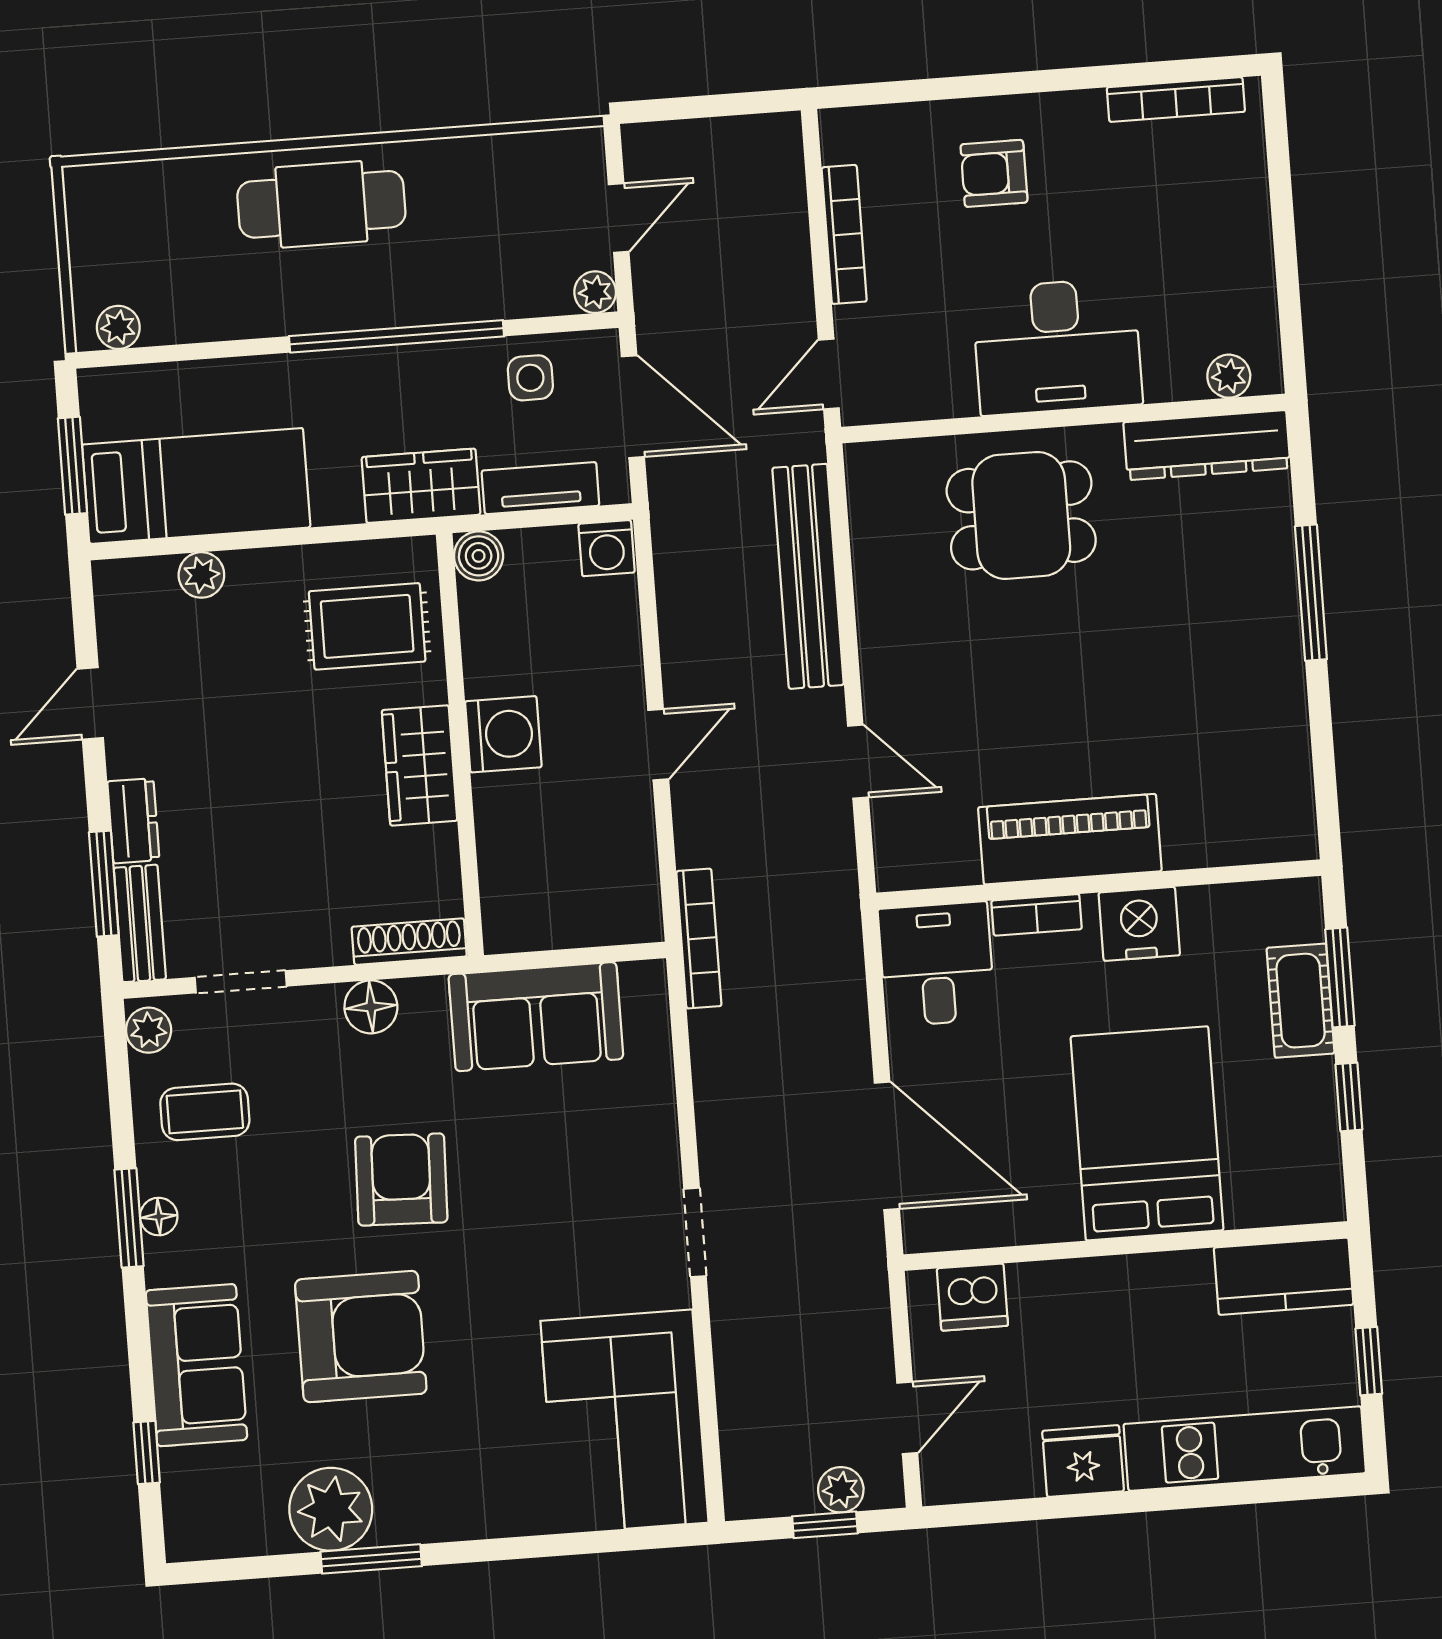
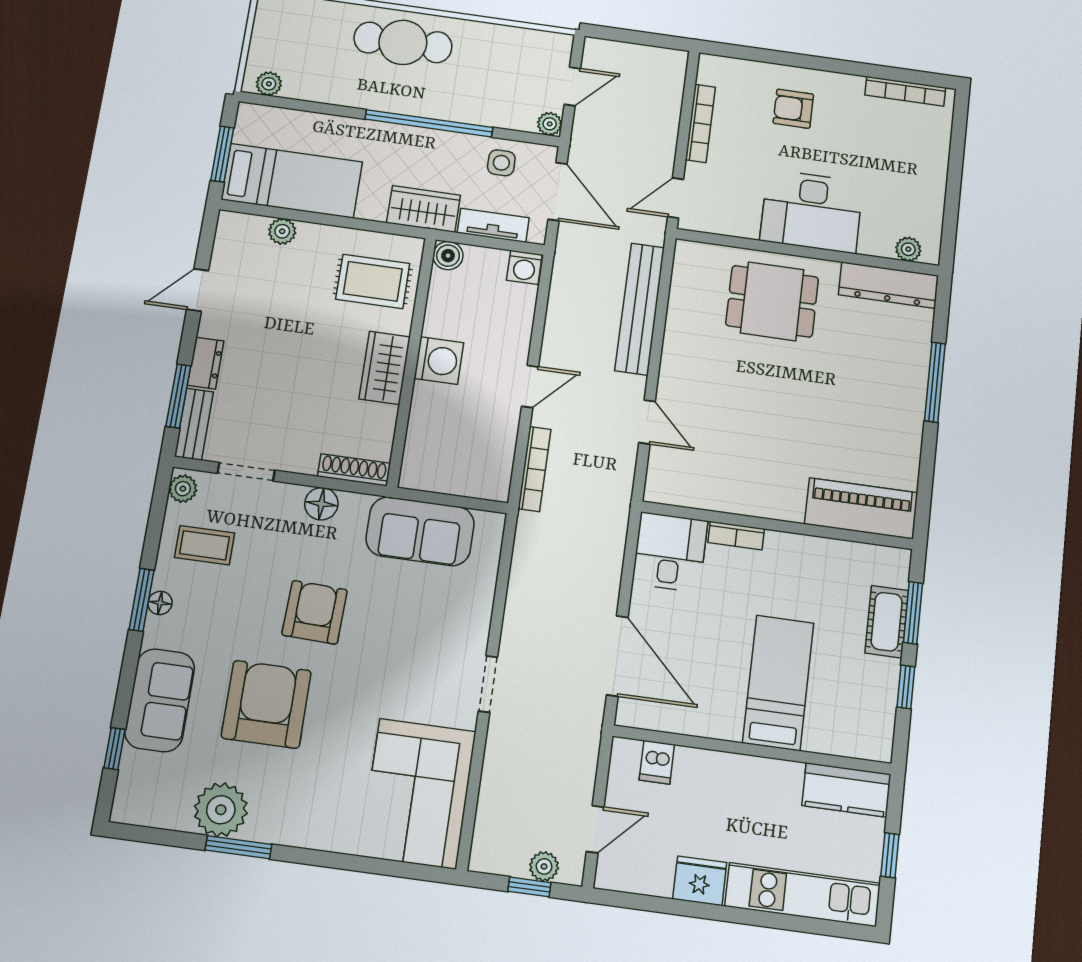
piano: (1070, 839) -> (861, 508), moved
nightstand: (1139, 924) -> (797, 554), removed
bookcase: (699, 939) -> (534, 469), moved
bed: (1147, 1133) -> (778, 683), width x0.67
dishwasher: (972, 1297) -> (657, 762), width x0.73
armchair: (361, 1337) -> (266, 704), turned -90

